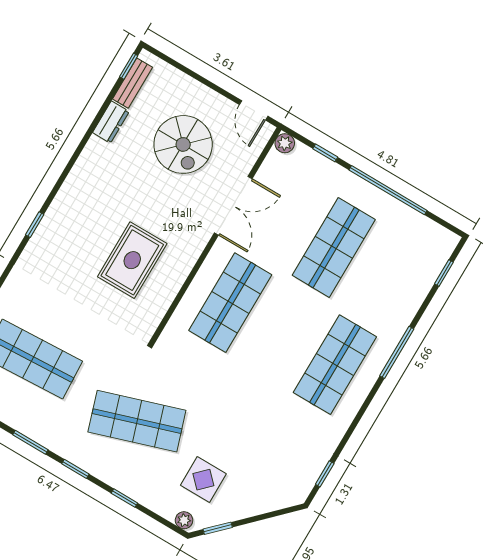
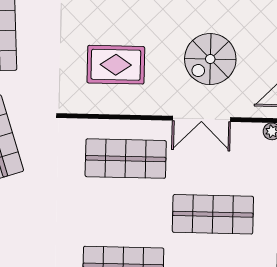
spiral stairs: (183, 144) -> (210, 59), moved

